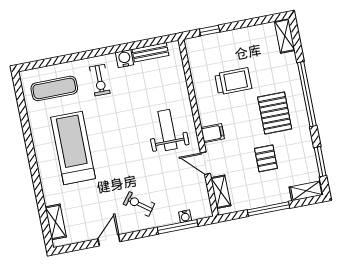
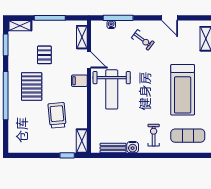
shelving: (285, 36) -> (82, 141), moved
trolley: (233, 81) -> (57, 115), turned 85
weight bench: (167, 130) -> (112, 89), width x1.36, depth x1.33
door: (109, 240) -> (170, 18), hinge flipped

